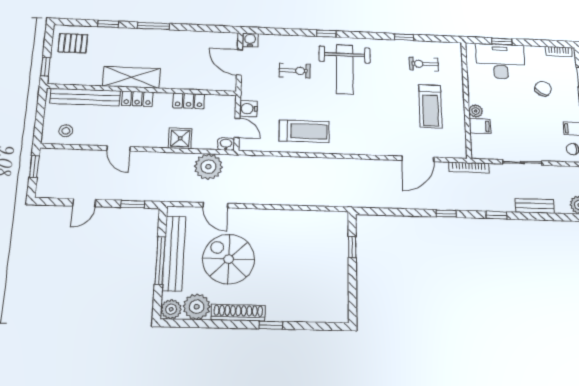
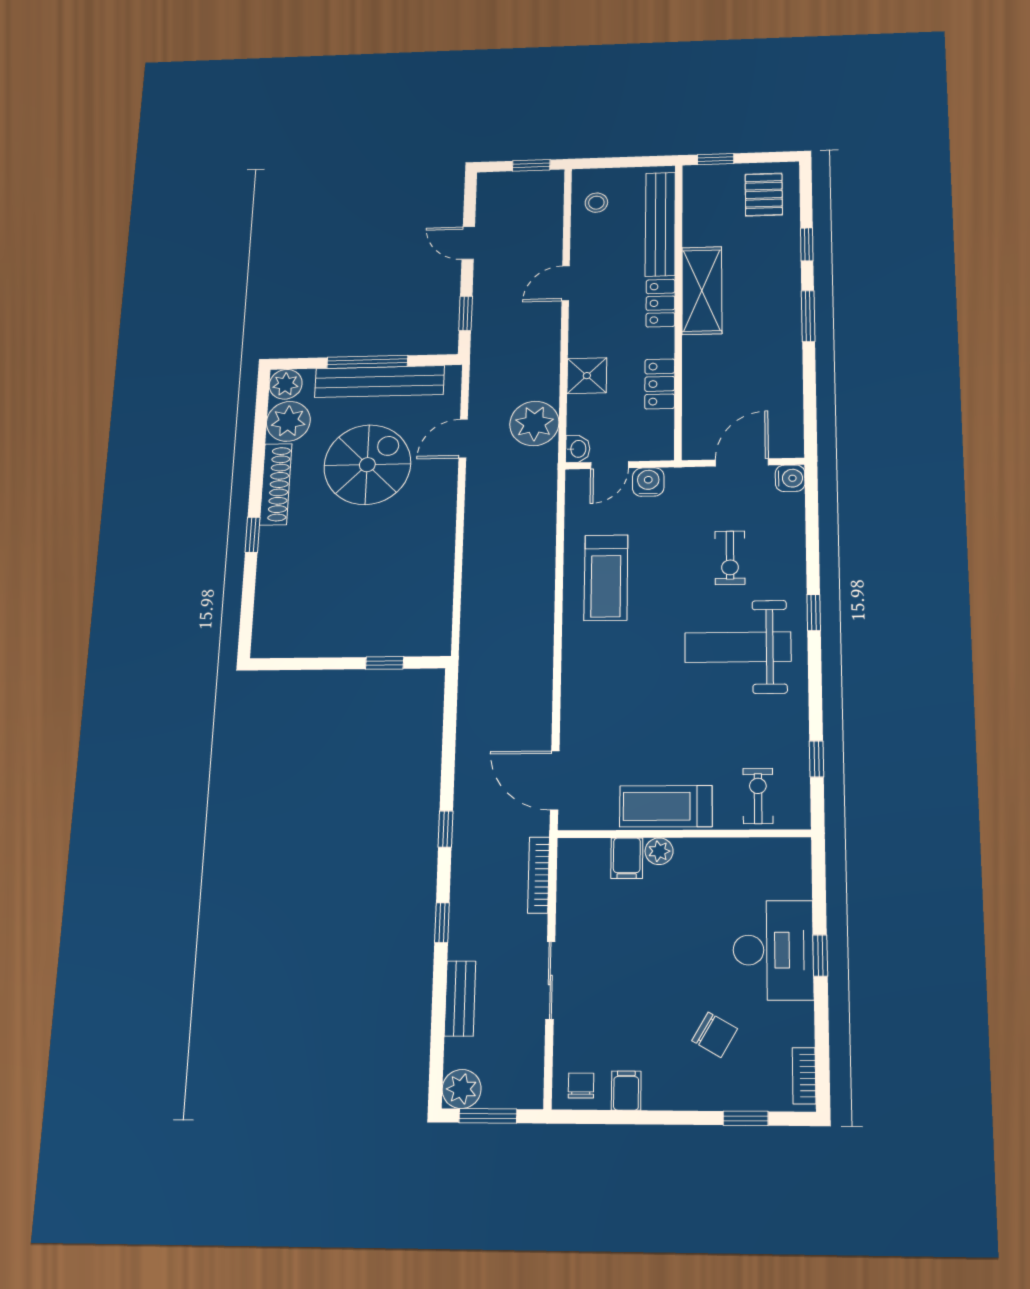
wall: (466, 99) -> (684, 834), moved
plant: (476, 111) -> (659, 851), moved
filing cabinet: (480, 126) -> (627, 858), moved

